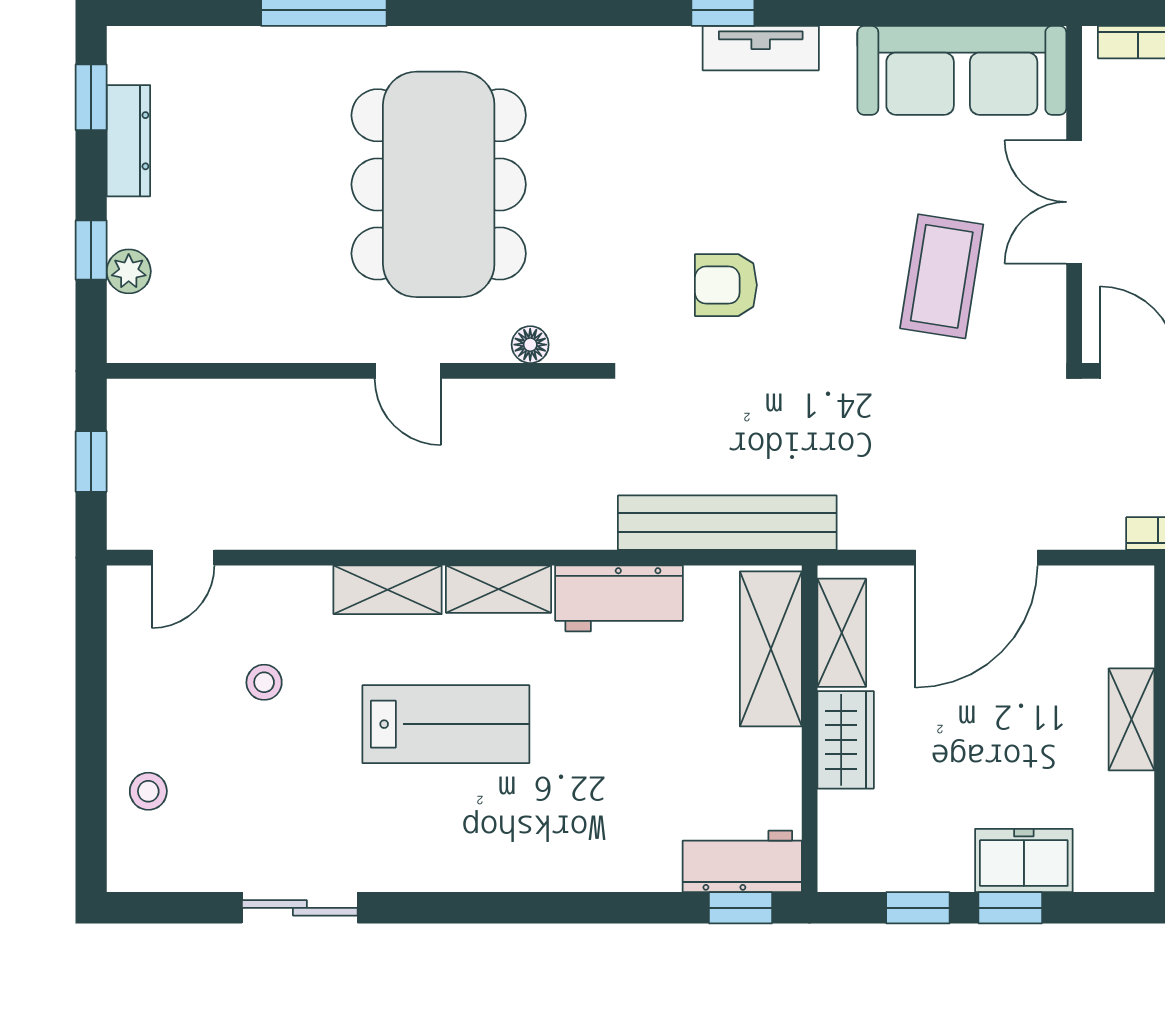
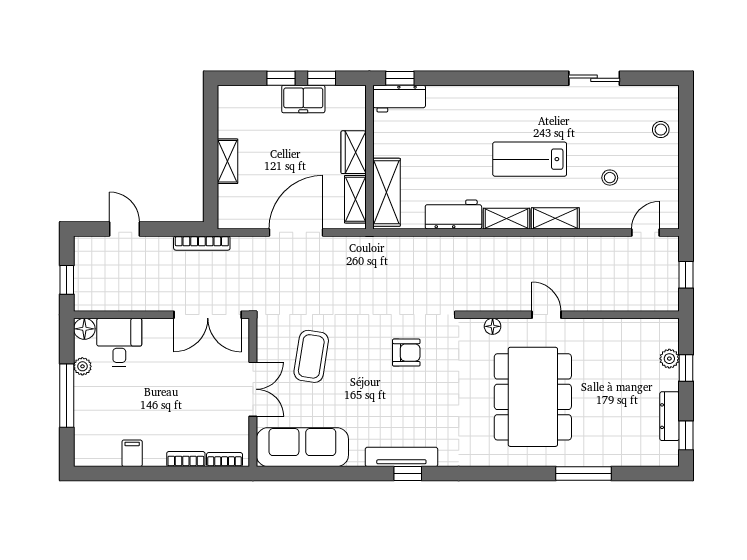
tv unit: (761, 48) -> (401, 457), width x1.41
bench: (727, 523) -> (406, 248), removed
freezer: (1024, 861) -> (303, 99), moved

